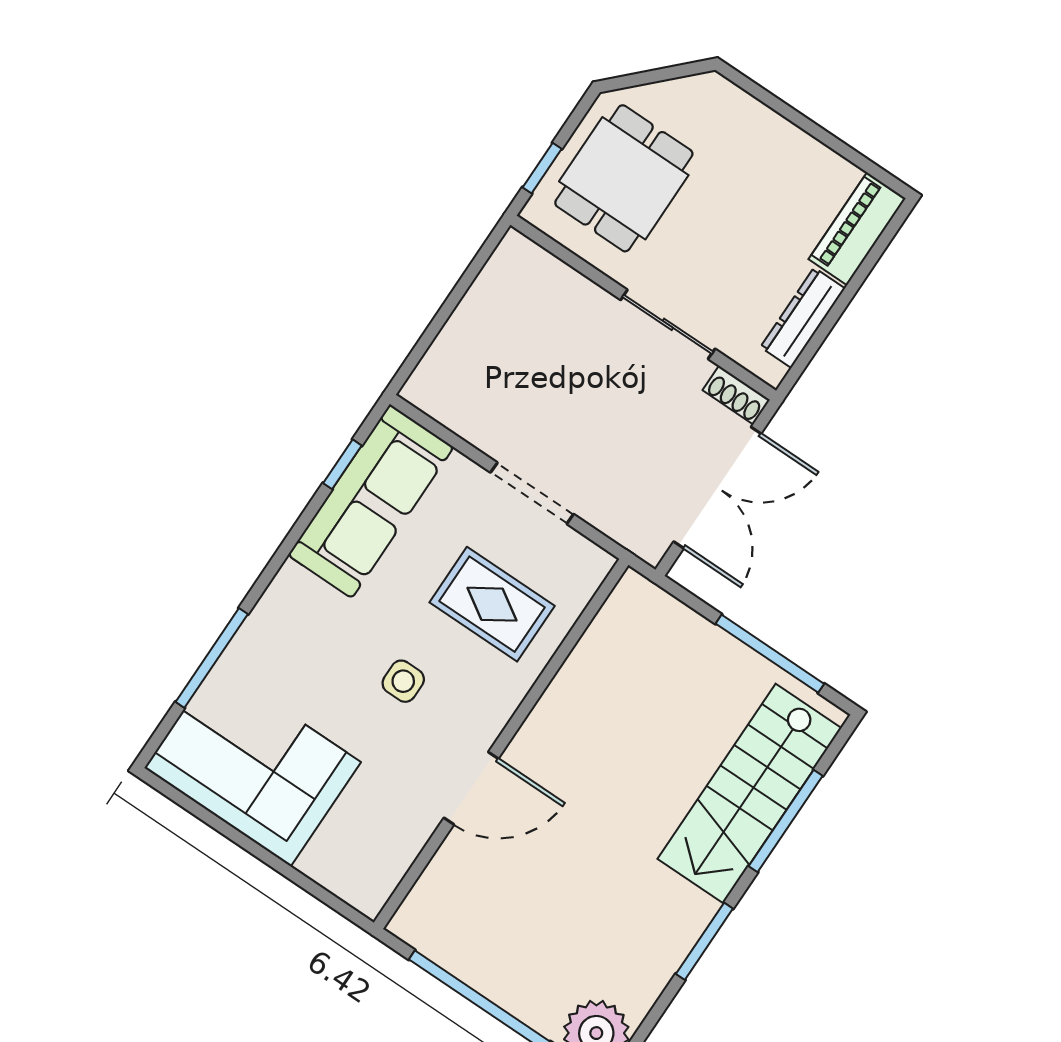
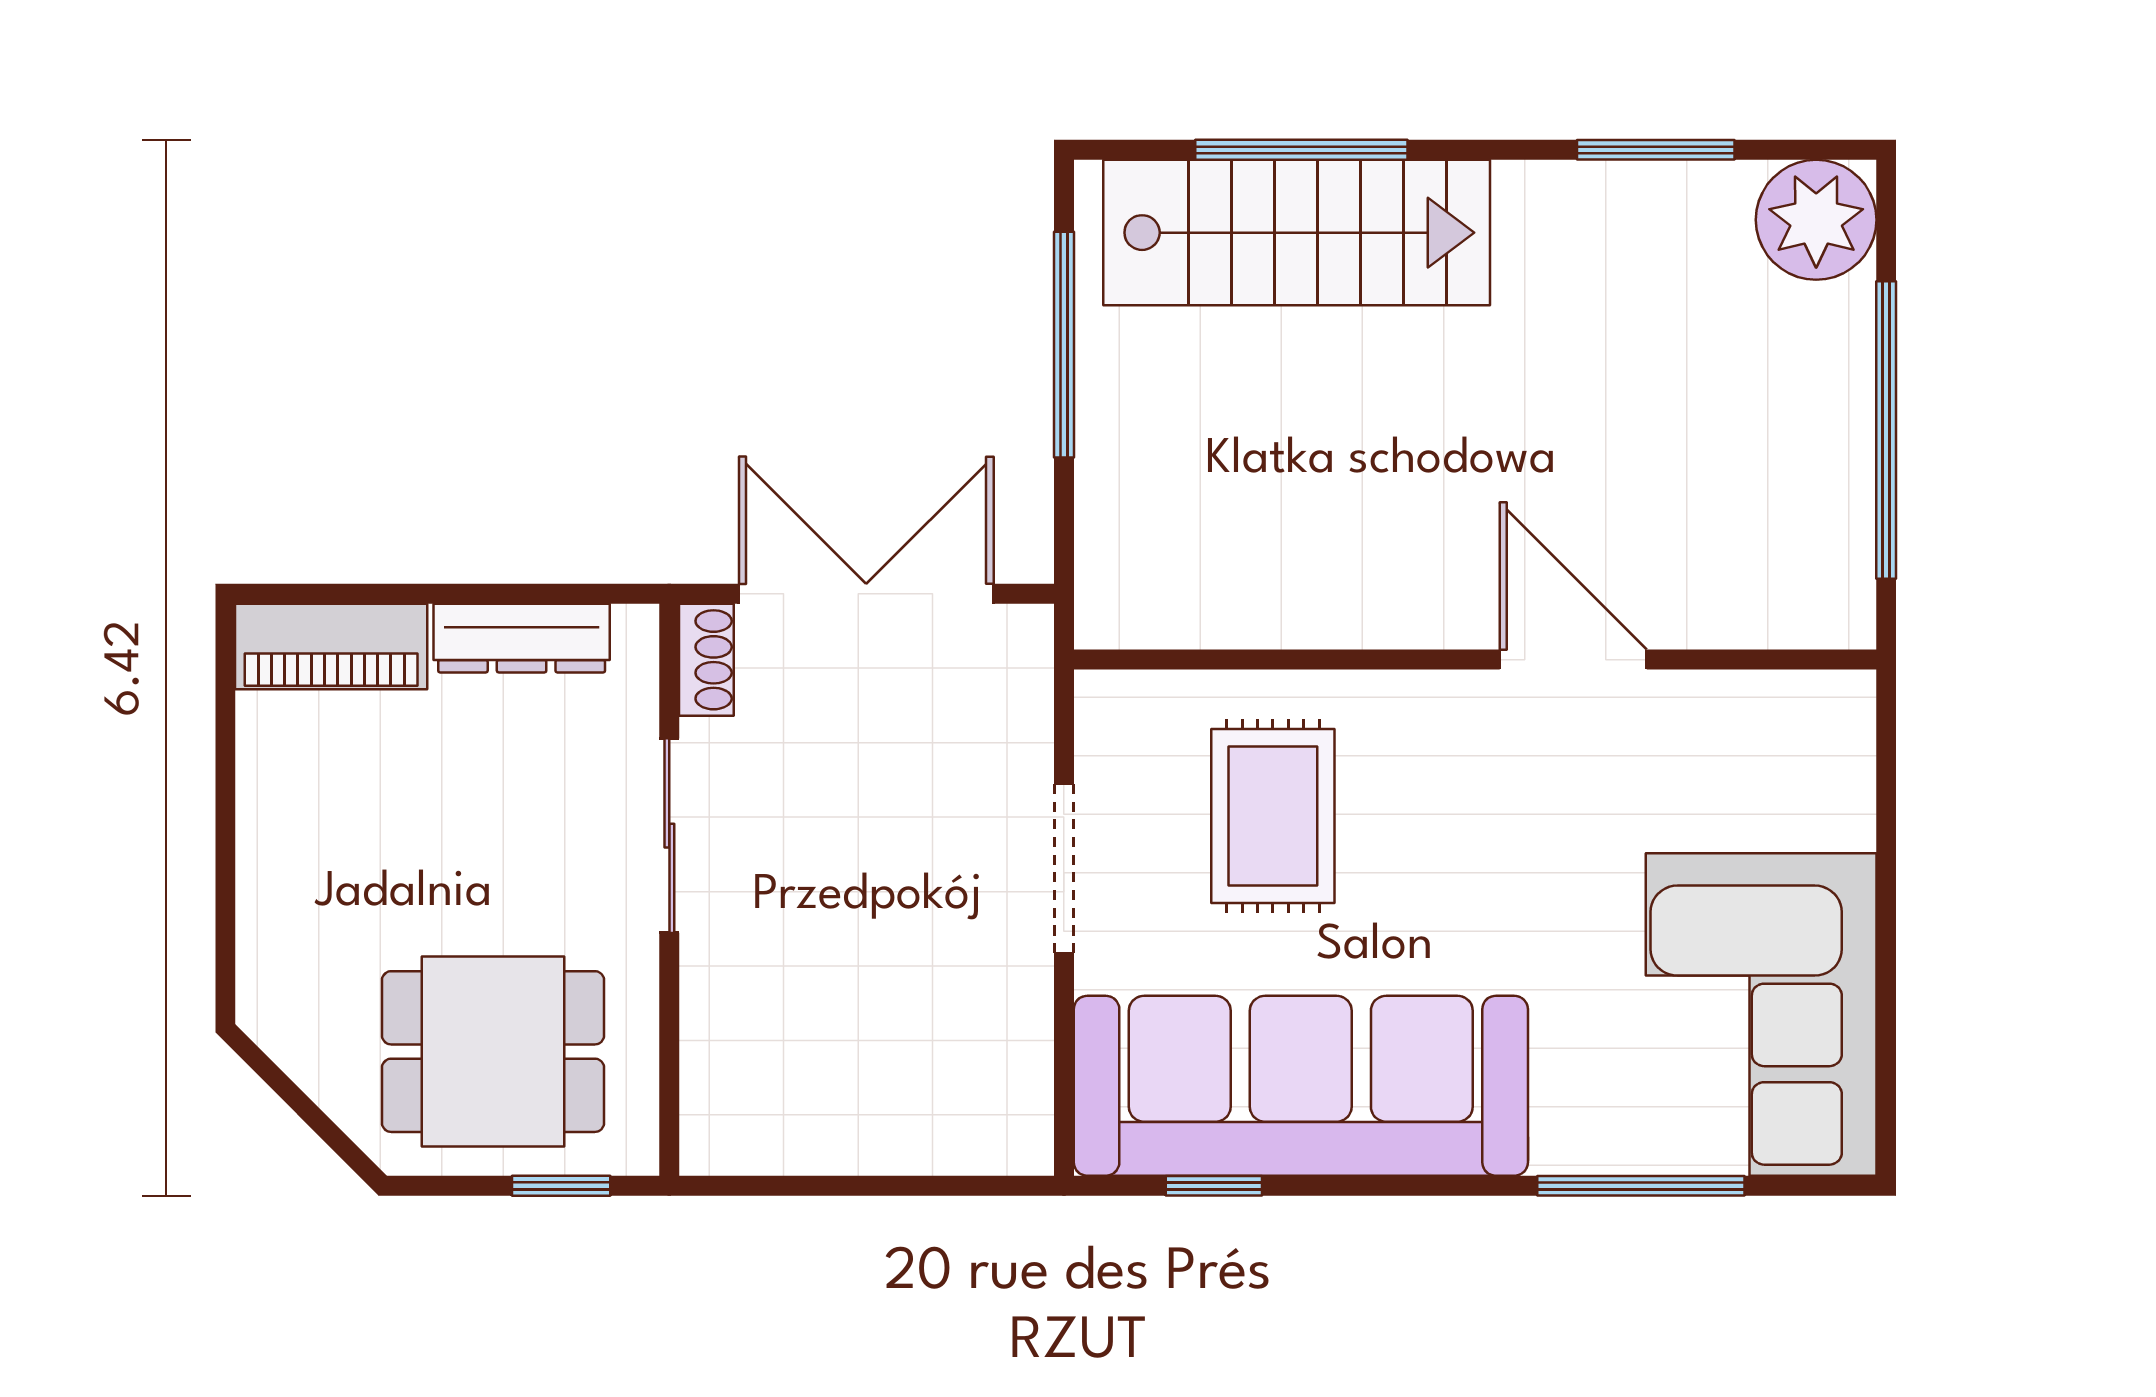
sofa: (371, 501) -> (1301, 1086), width x1.36, depth x1.27
side table: (403, 681) -> (1480, 872), removed
window: (704, 941) -> (1656, 150), moved

